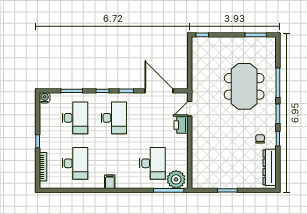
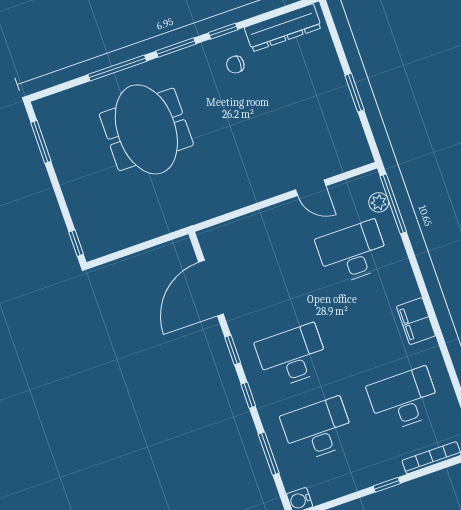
meeting table: (244, 86) -> (146, 129), turned 90
door: (190, 109) -> (311, 188), moved
printer: (181, 125) -> (261, 224), removed
plant: (176, 179) -> (379, 202), width x0.53, depth x0.53
filing cabinet: (110, 182) -> (416, 321), width x2.00

